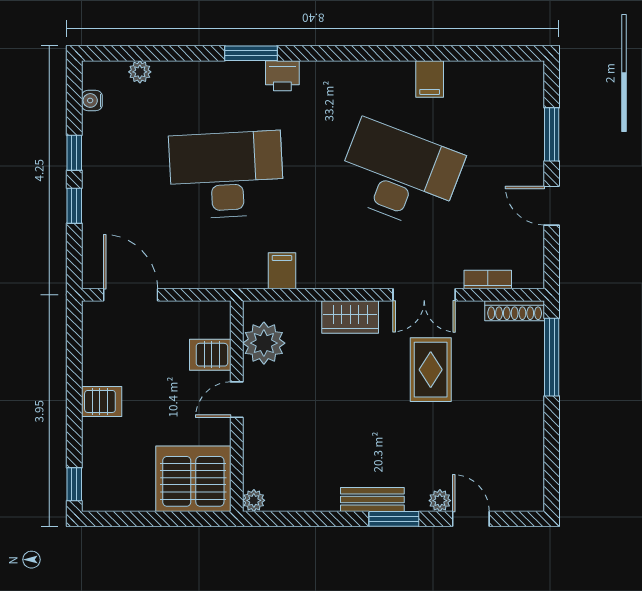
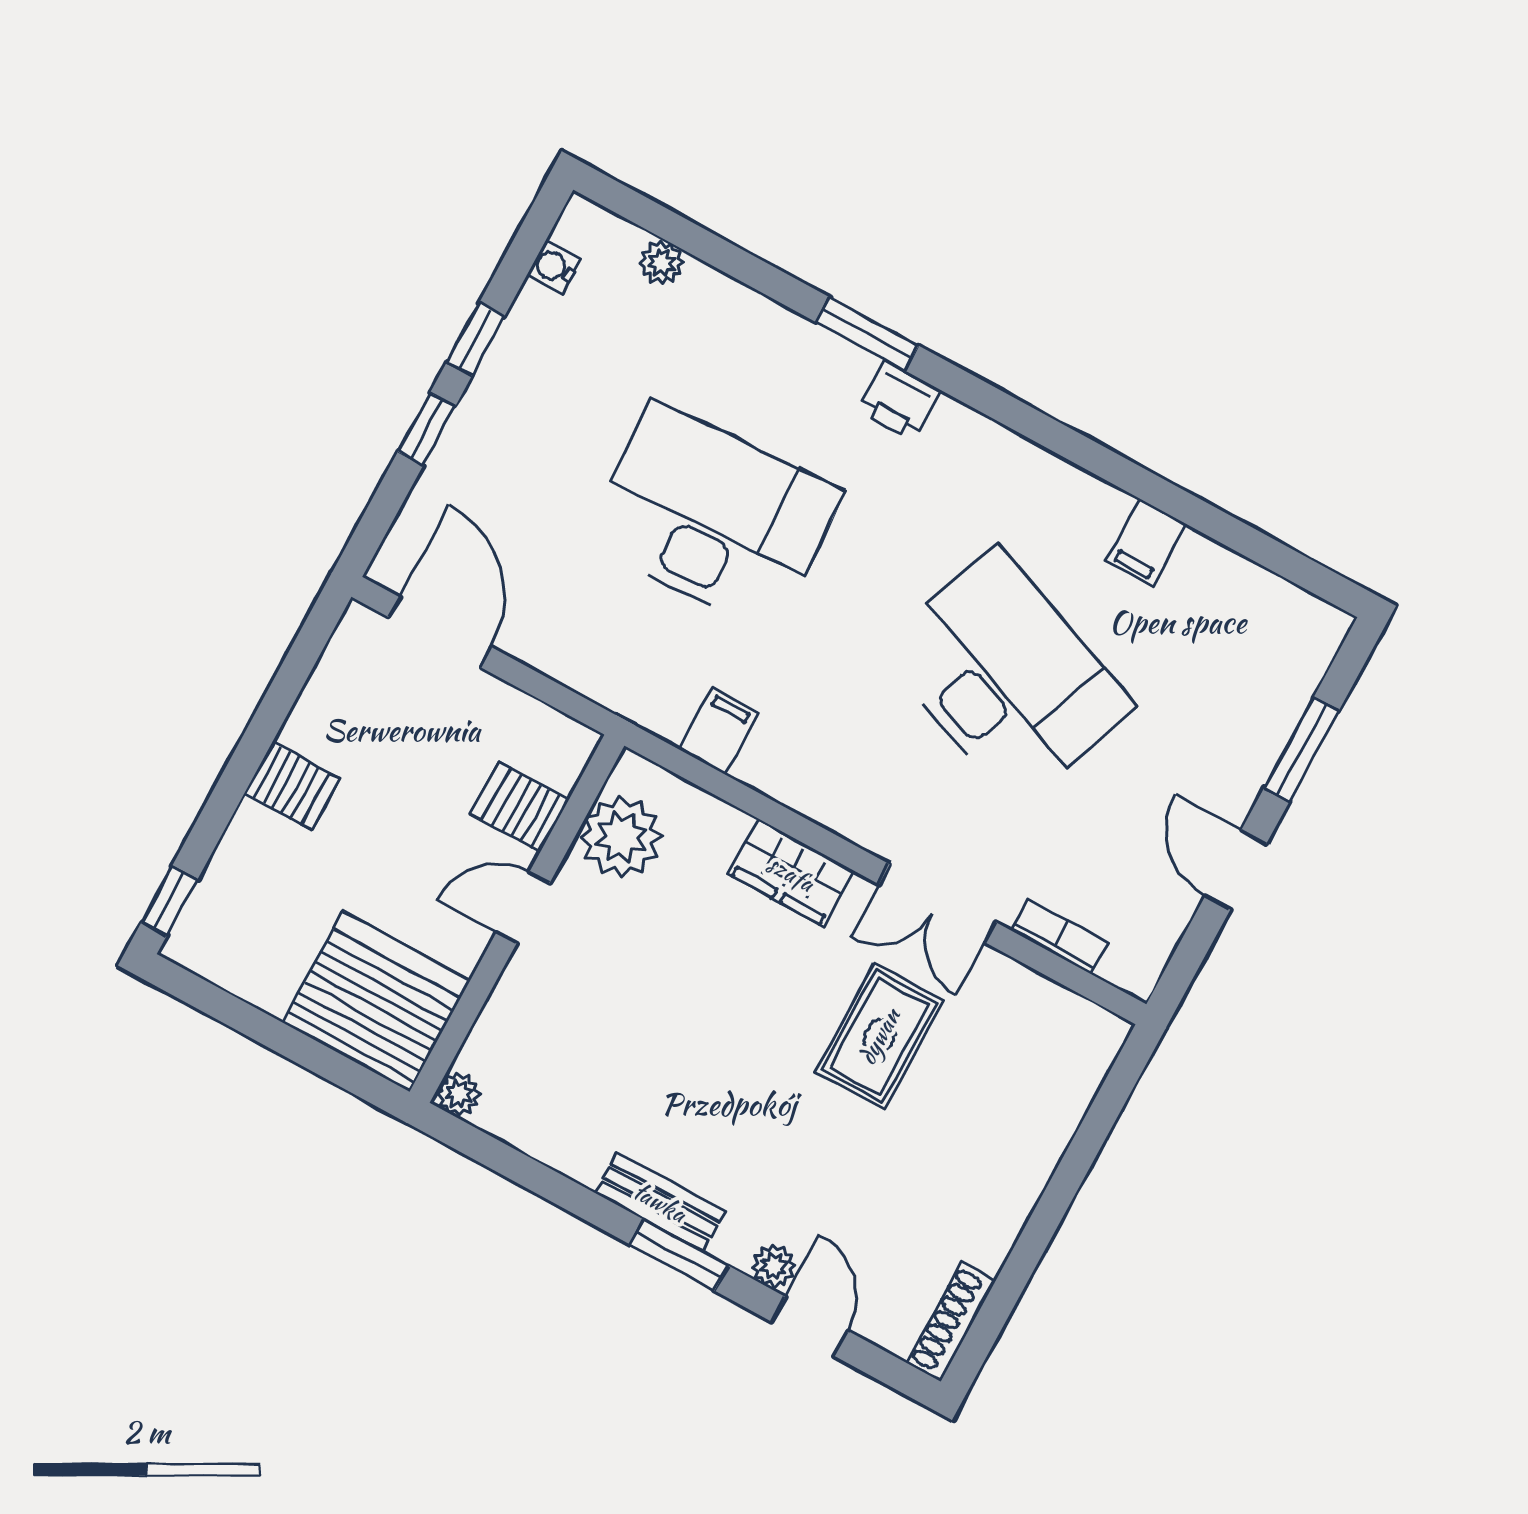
shoe rack: (515, 311) -> (951, 1322), moved, turned 90
window: (552, 357) -> (1096, 1127), removed

